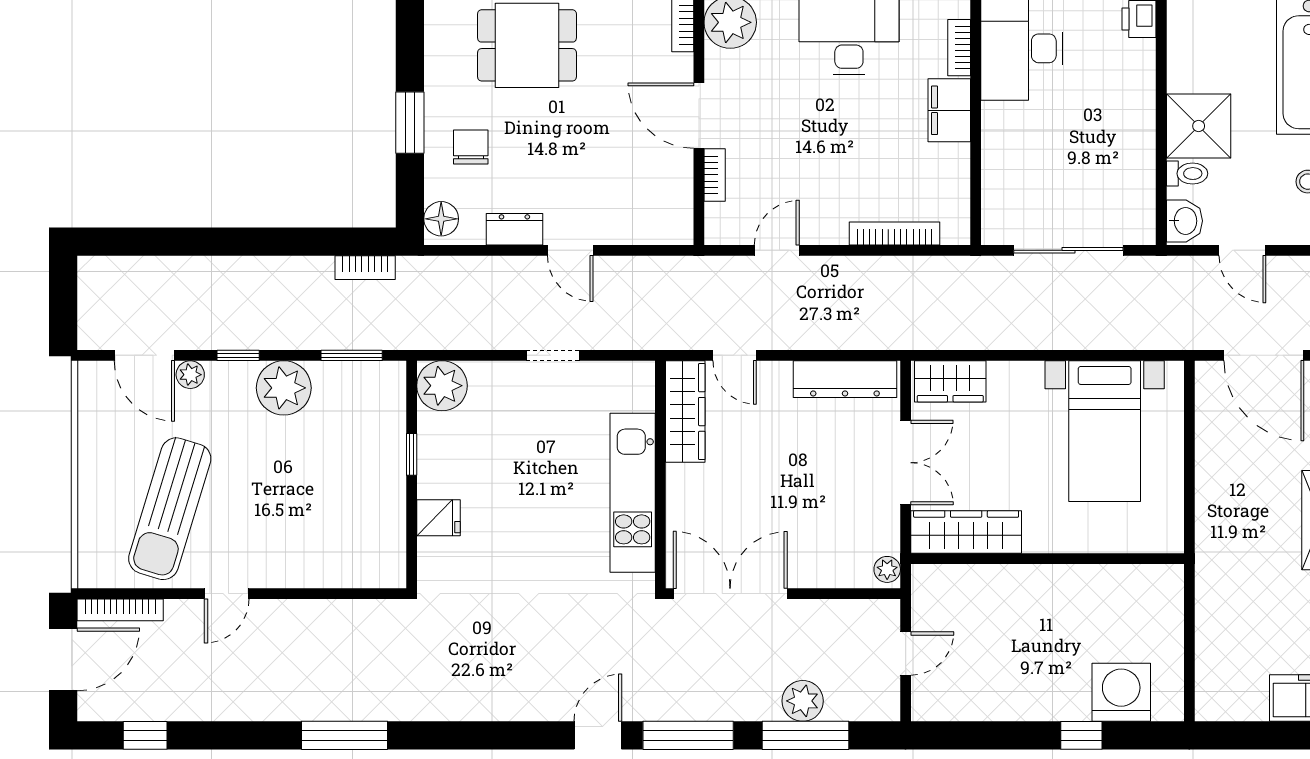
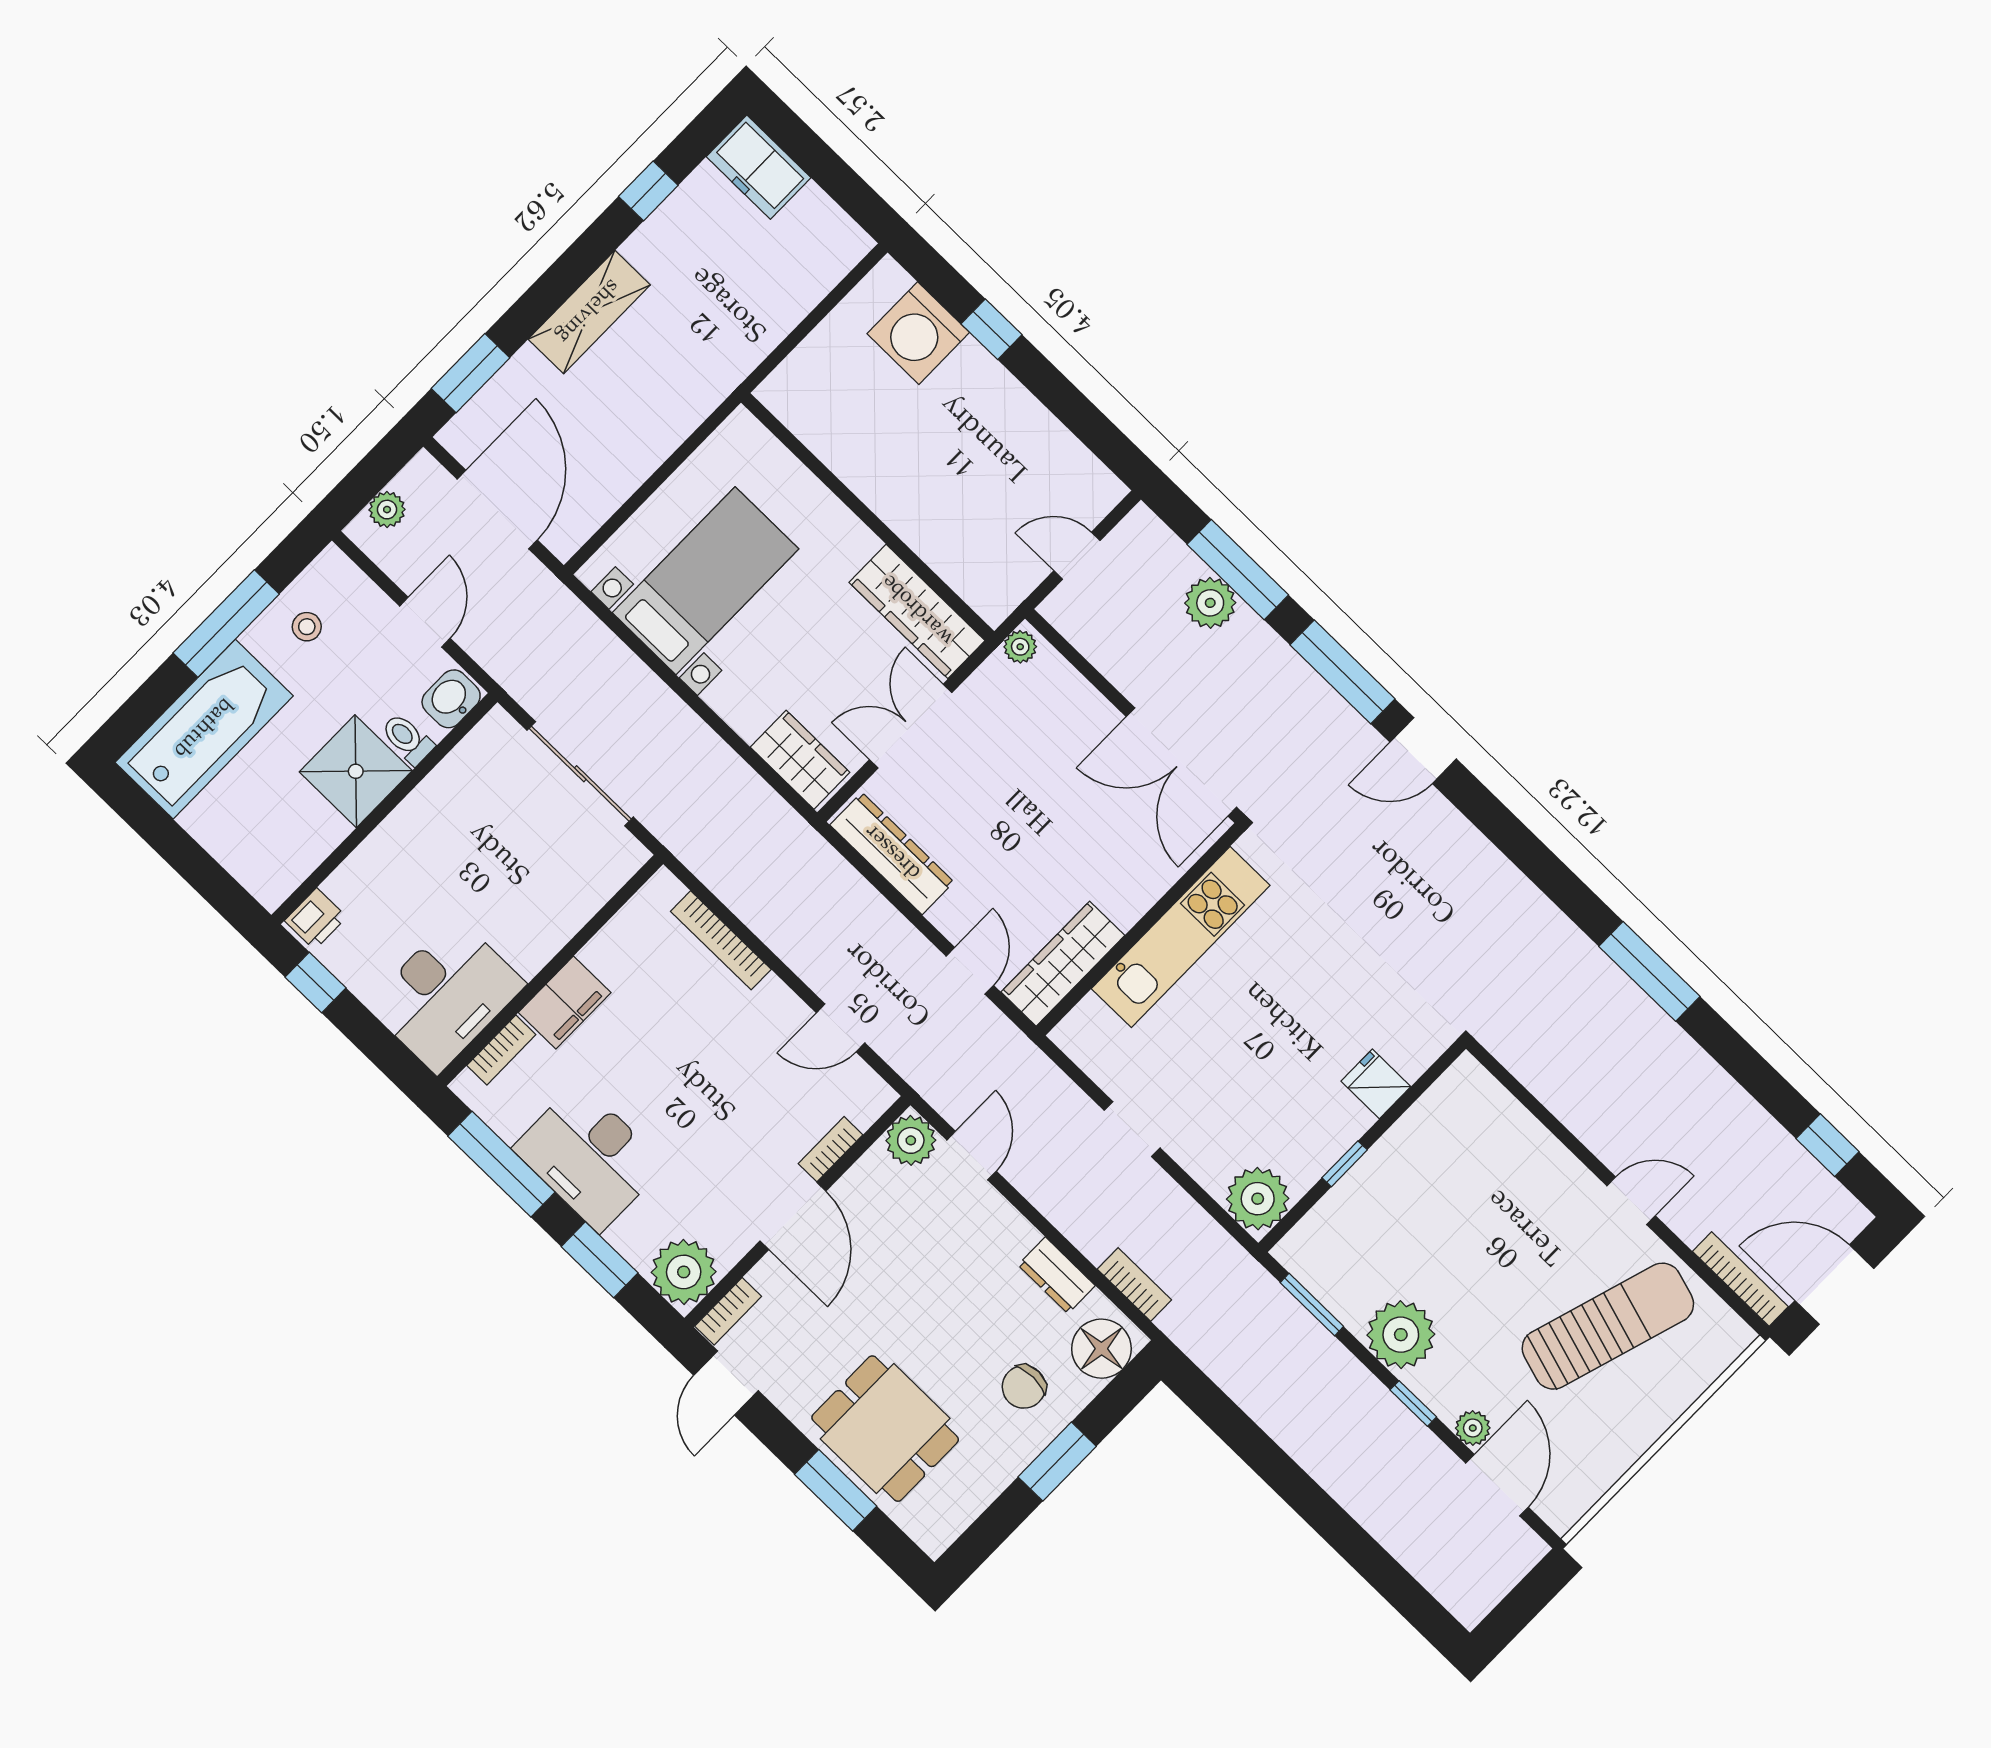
floor lamp: (441, 219) -> (1101, 1349), width x1.38, depth x1.38
plant: (674, 225) -> (911, 1140), added
door: (570, 250) -> (972, 1156), moved
bookcase: (365, 268) -> (1134, 1285), moved

